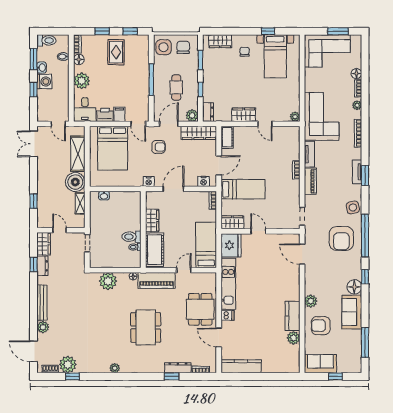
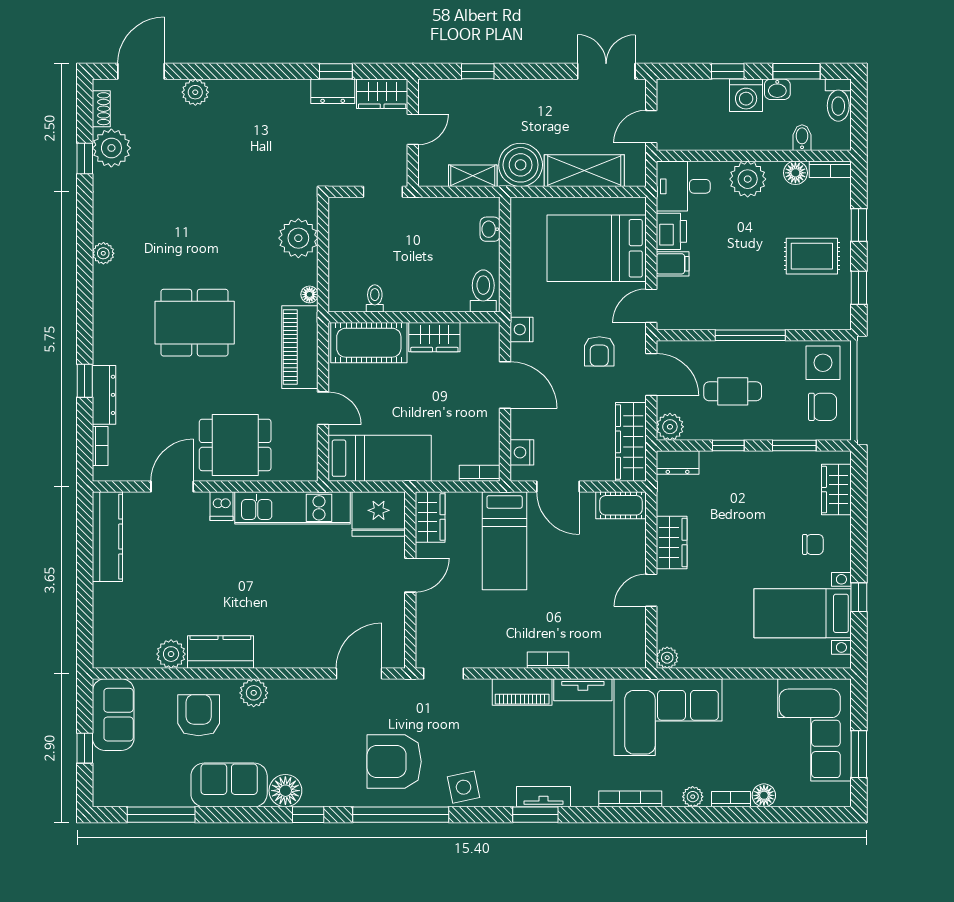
toilet: (132, 237) -> (483, 291), moved
bench: (42, 303) -> (250, 90), removed

